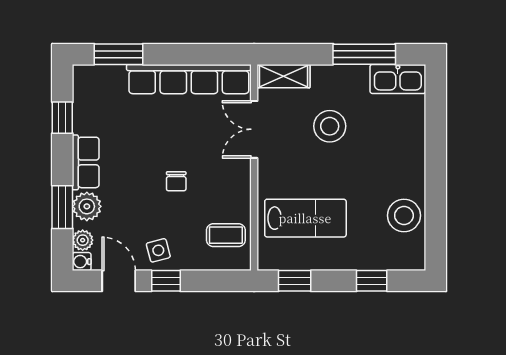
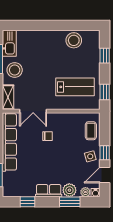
stool: (330, 126) -> (15, 70), moved
chair: (176, 181) -> (48, 136), moved
lab bench: (305, 218) -> (75, 87), turned 90
coffee table: (226, 235) -> (91, 131), moved

